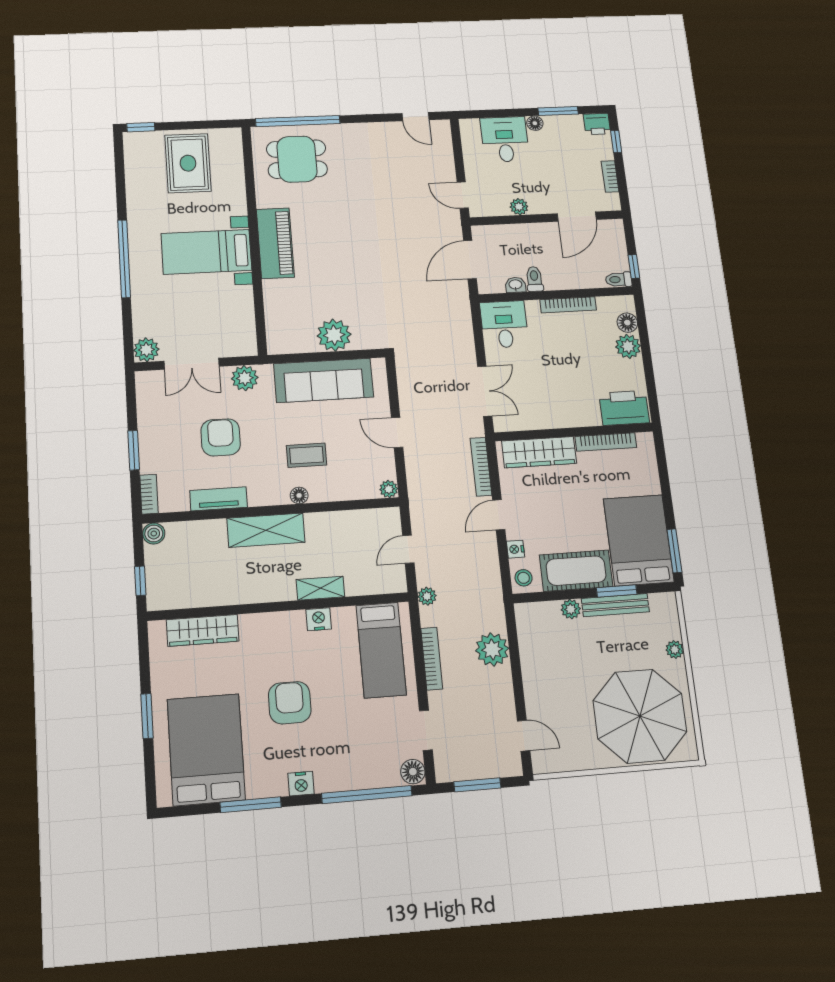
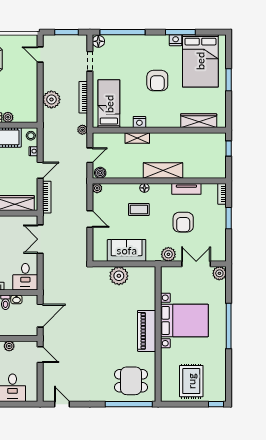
bed with nightstands: (206, 252) -> (184, 320), width x1.36
sofa: (324, 380) -> (127, 250), width x0.73
boiler: (154, 534) -> (100, 173), moved
nightstand: (301, 784) -> (176, 40), moved

